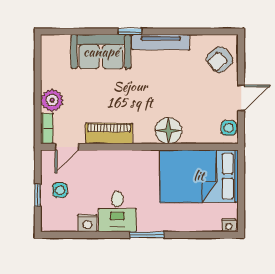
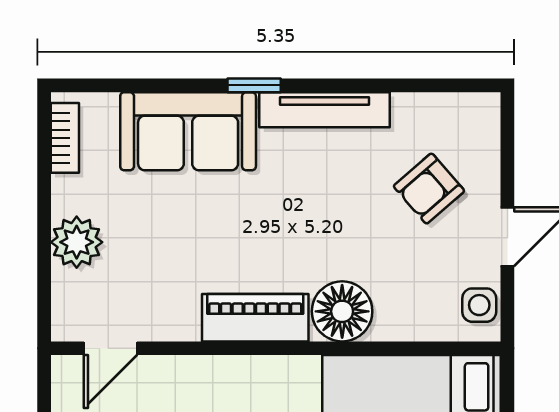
armchair: (220, 60) -> (429, 189), moved
bookcase: (47, 129) -> (65, 138), moved
piano: (109, 133) -> (255, 318), moved

